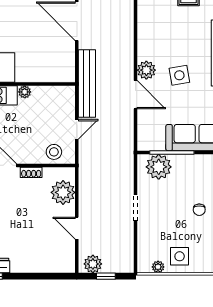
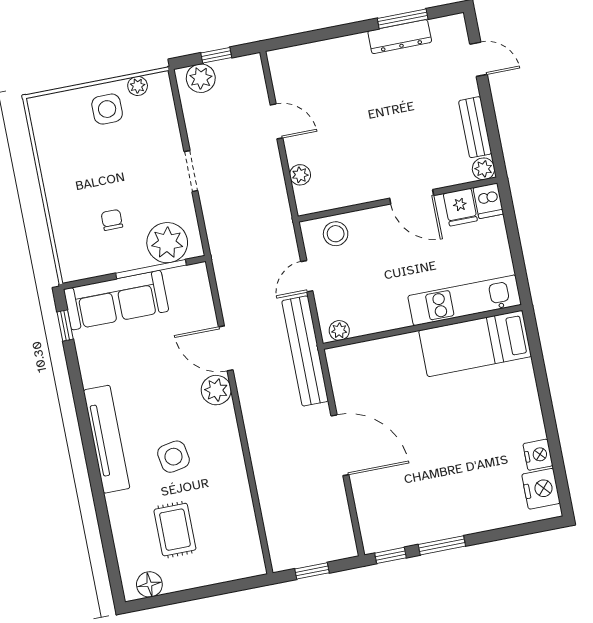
side table: (179, 75) -> (173, 457), moved
plant: (25, 92) -> (339, 330), moved
shoe rack: (31, 172) -> (365, 195), removed
plant: (63, 192) -> (300, 175), width x0.53, depth x0.53
chair: (199, 210) -> (112, 220), moved
plant: (93, 264) -> (201, 78), moved

